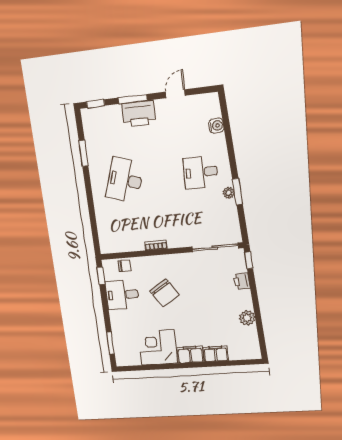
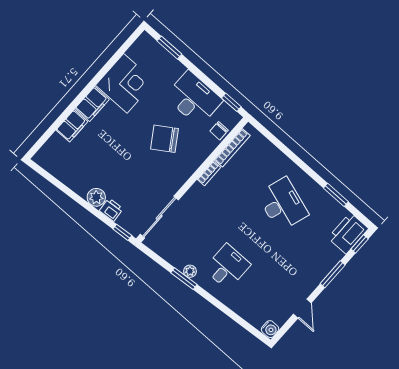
printer: (139, 114) -> (348, 233), moved
water cooler: (216, 126) -> (270, 329), moved, turned -85
bookcase: (126, 247) -> (232, 148), added
desk: (122, 295) -> (194, 98), width x1.37
plant: (247, 318) -> (96, 197), moved

